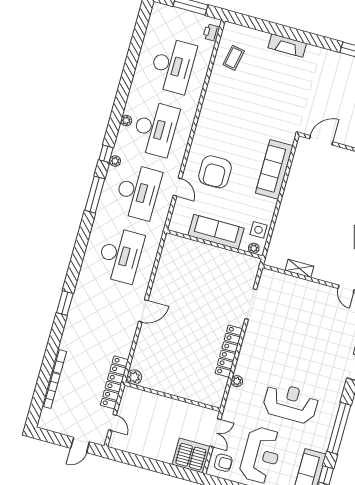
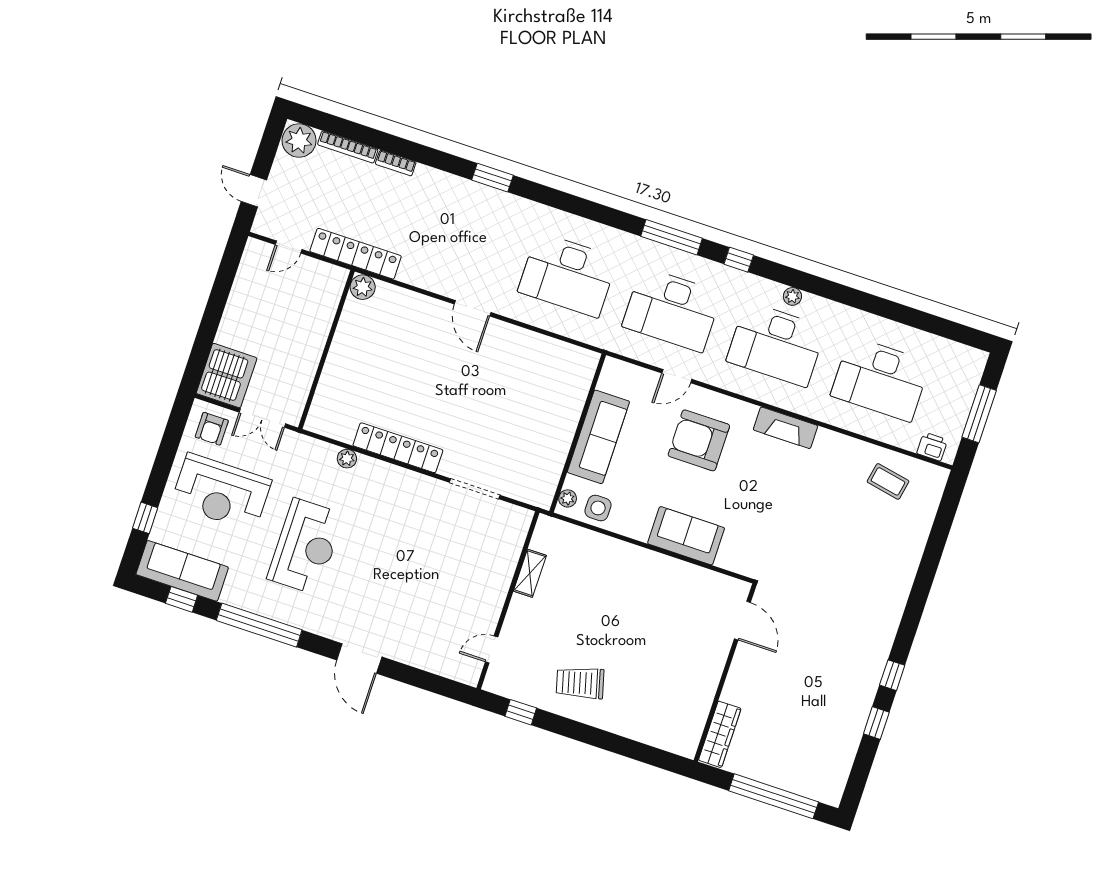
fireplace: (287, 45) -> (786, 428), moved, turned -90
plant: (115, 161) -> (299, 141), moved, width x1.87, depth x1.87
sofa: (274, 169) -> (686, 536), width x0.73

